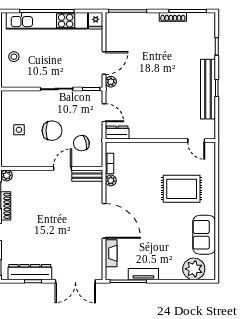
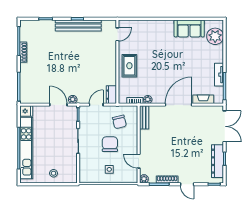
door: (62, 168) -> (139, 161), moved
rug: (182, 189) -> (129, 66), moved, width x0.73, depth x0.70

